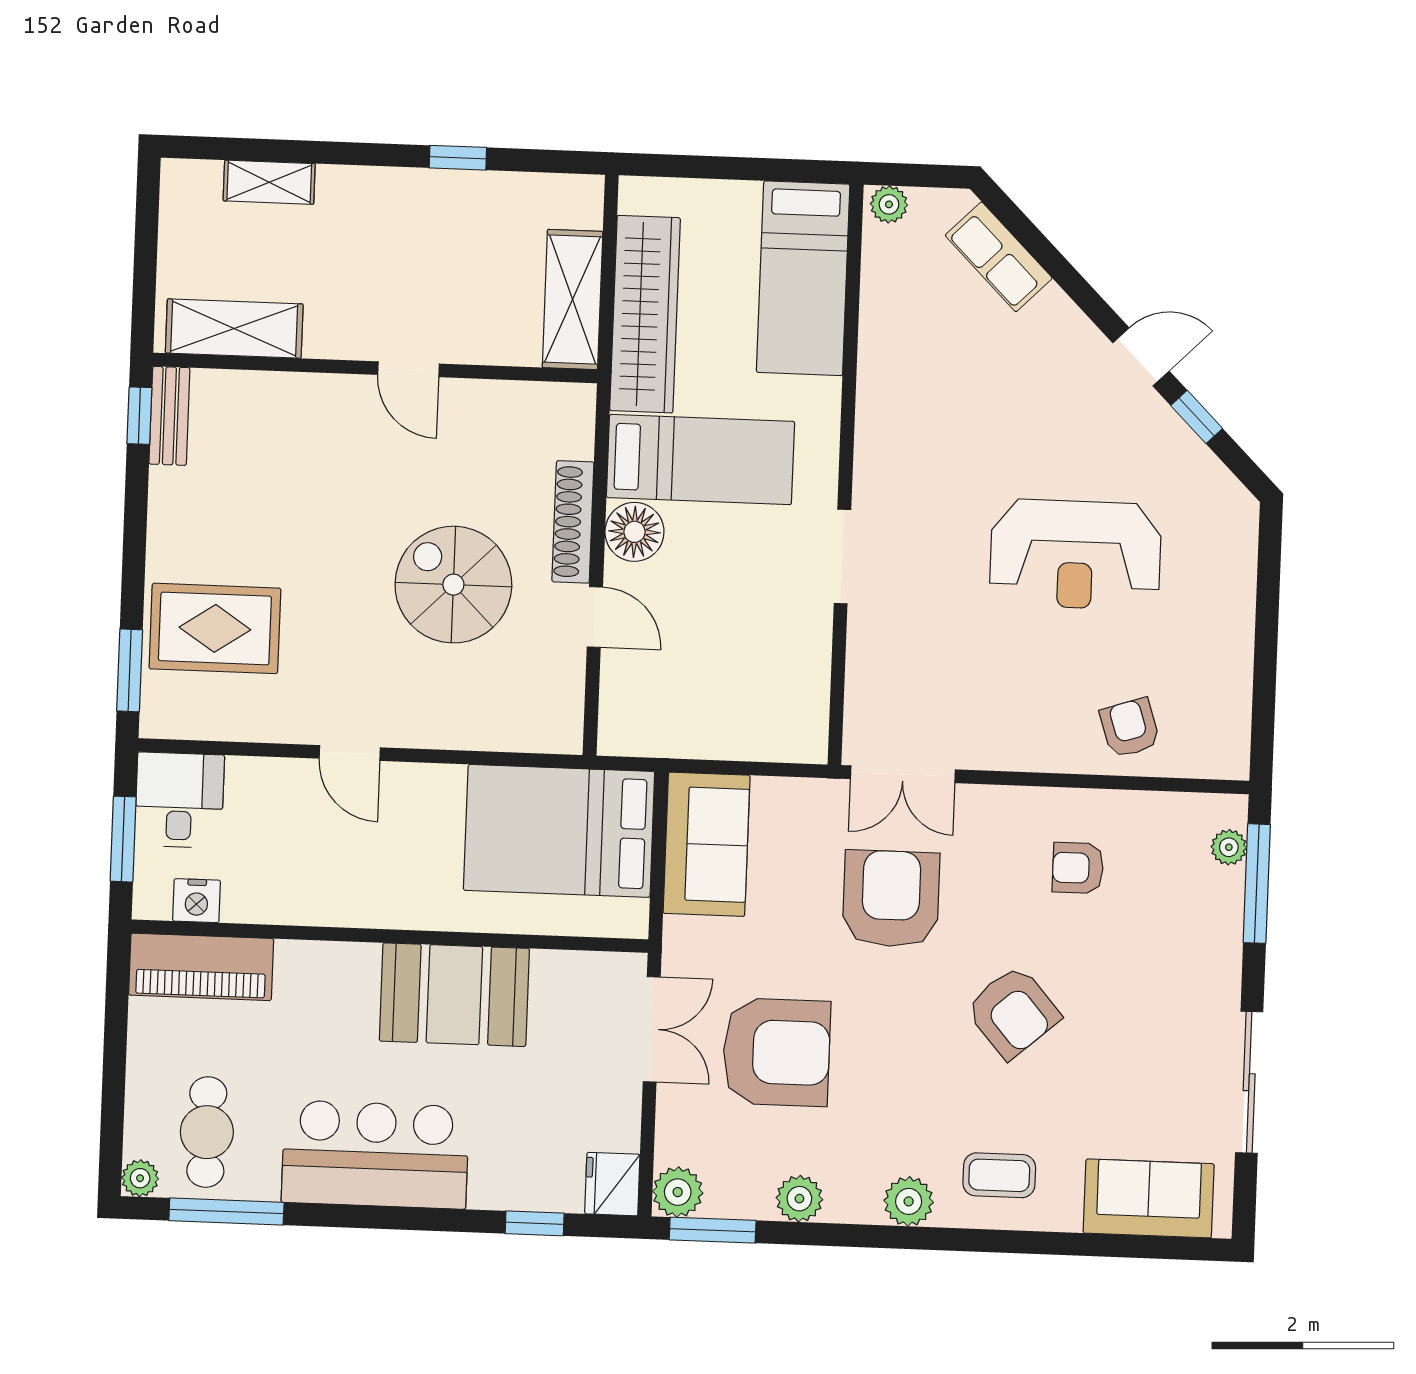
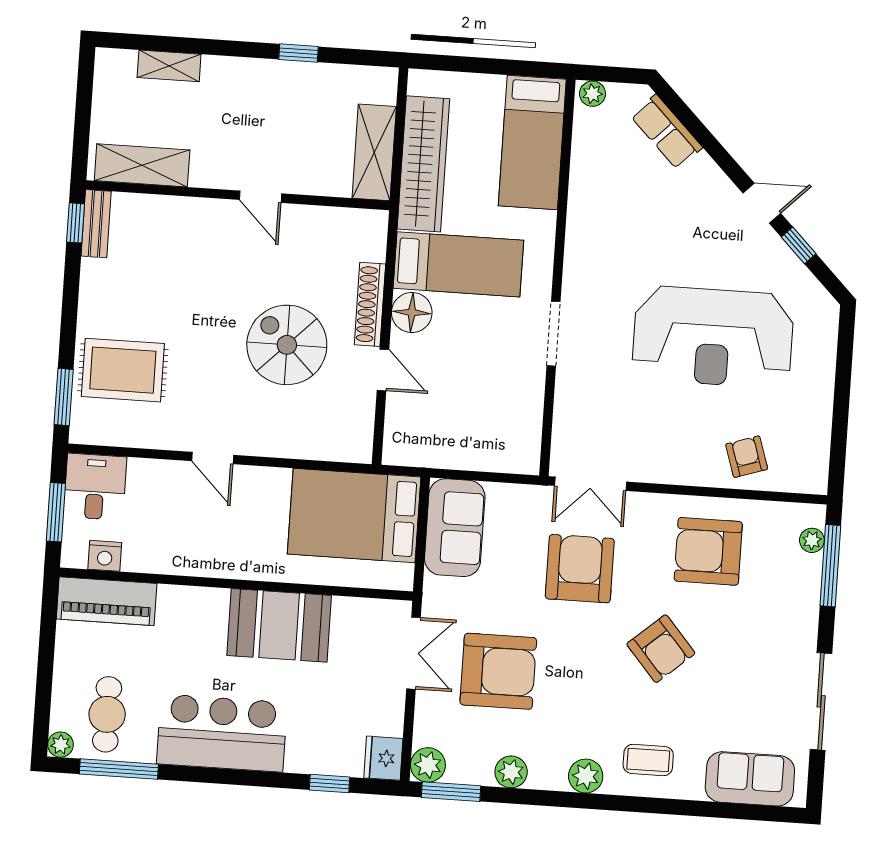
reception desk: (1075, 554) -> (713, 337), width x1.36, depth x1.30
armchair: (1078, 868) -> (708, 551), width x1.88, depth x1.88

